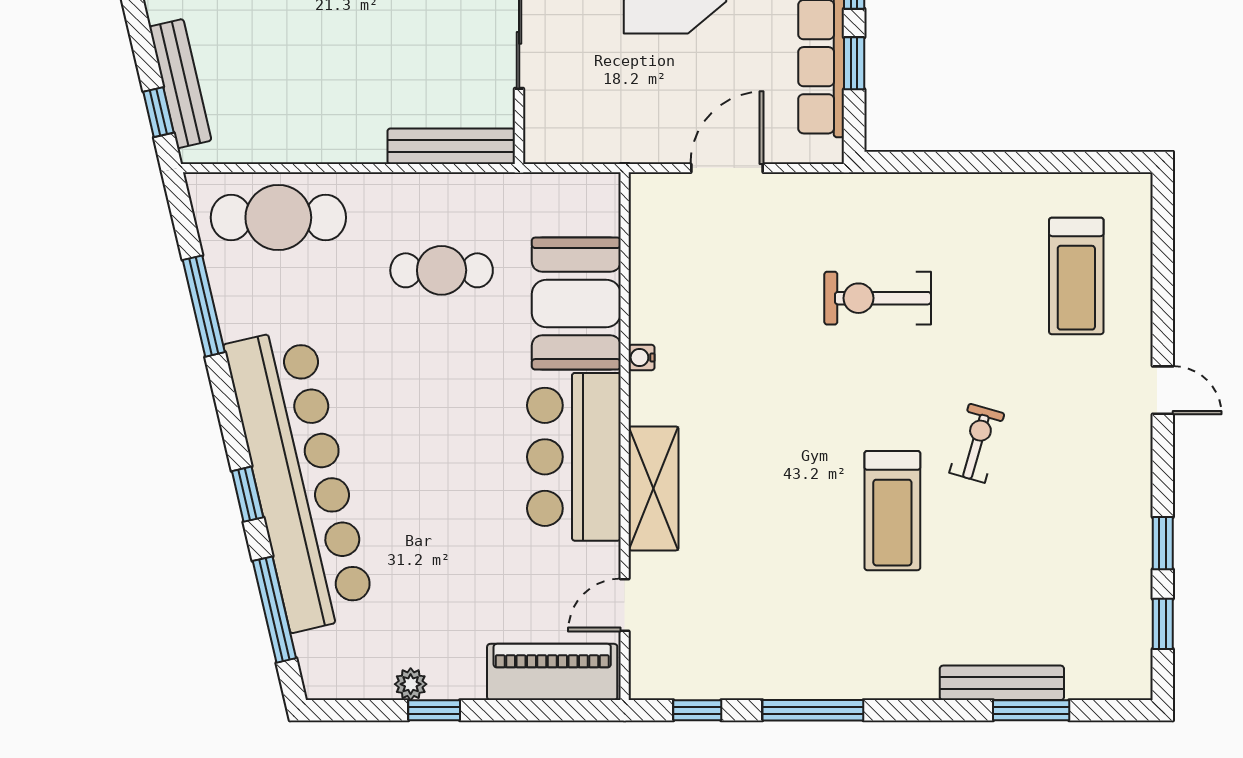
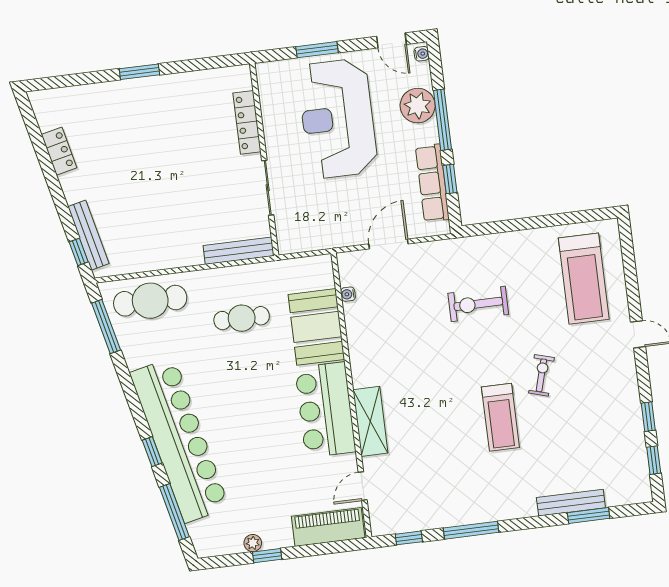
treadmill: (1076, 276) -> (584, 279), width x1.37, depth x1.38
window: (204, 306) -> (106, 327), moved
water cooler: (642, 358) -> (348, 294), moved

